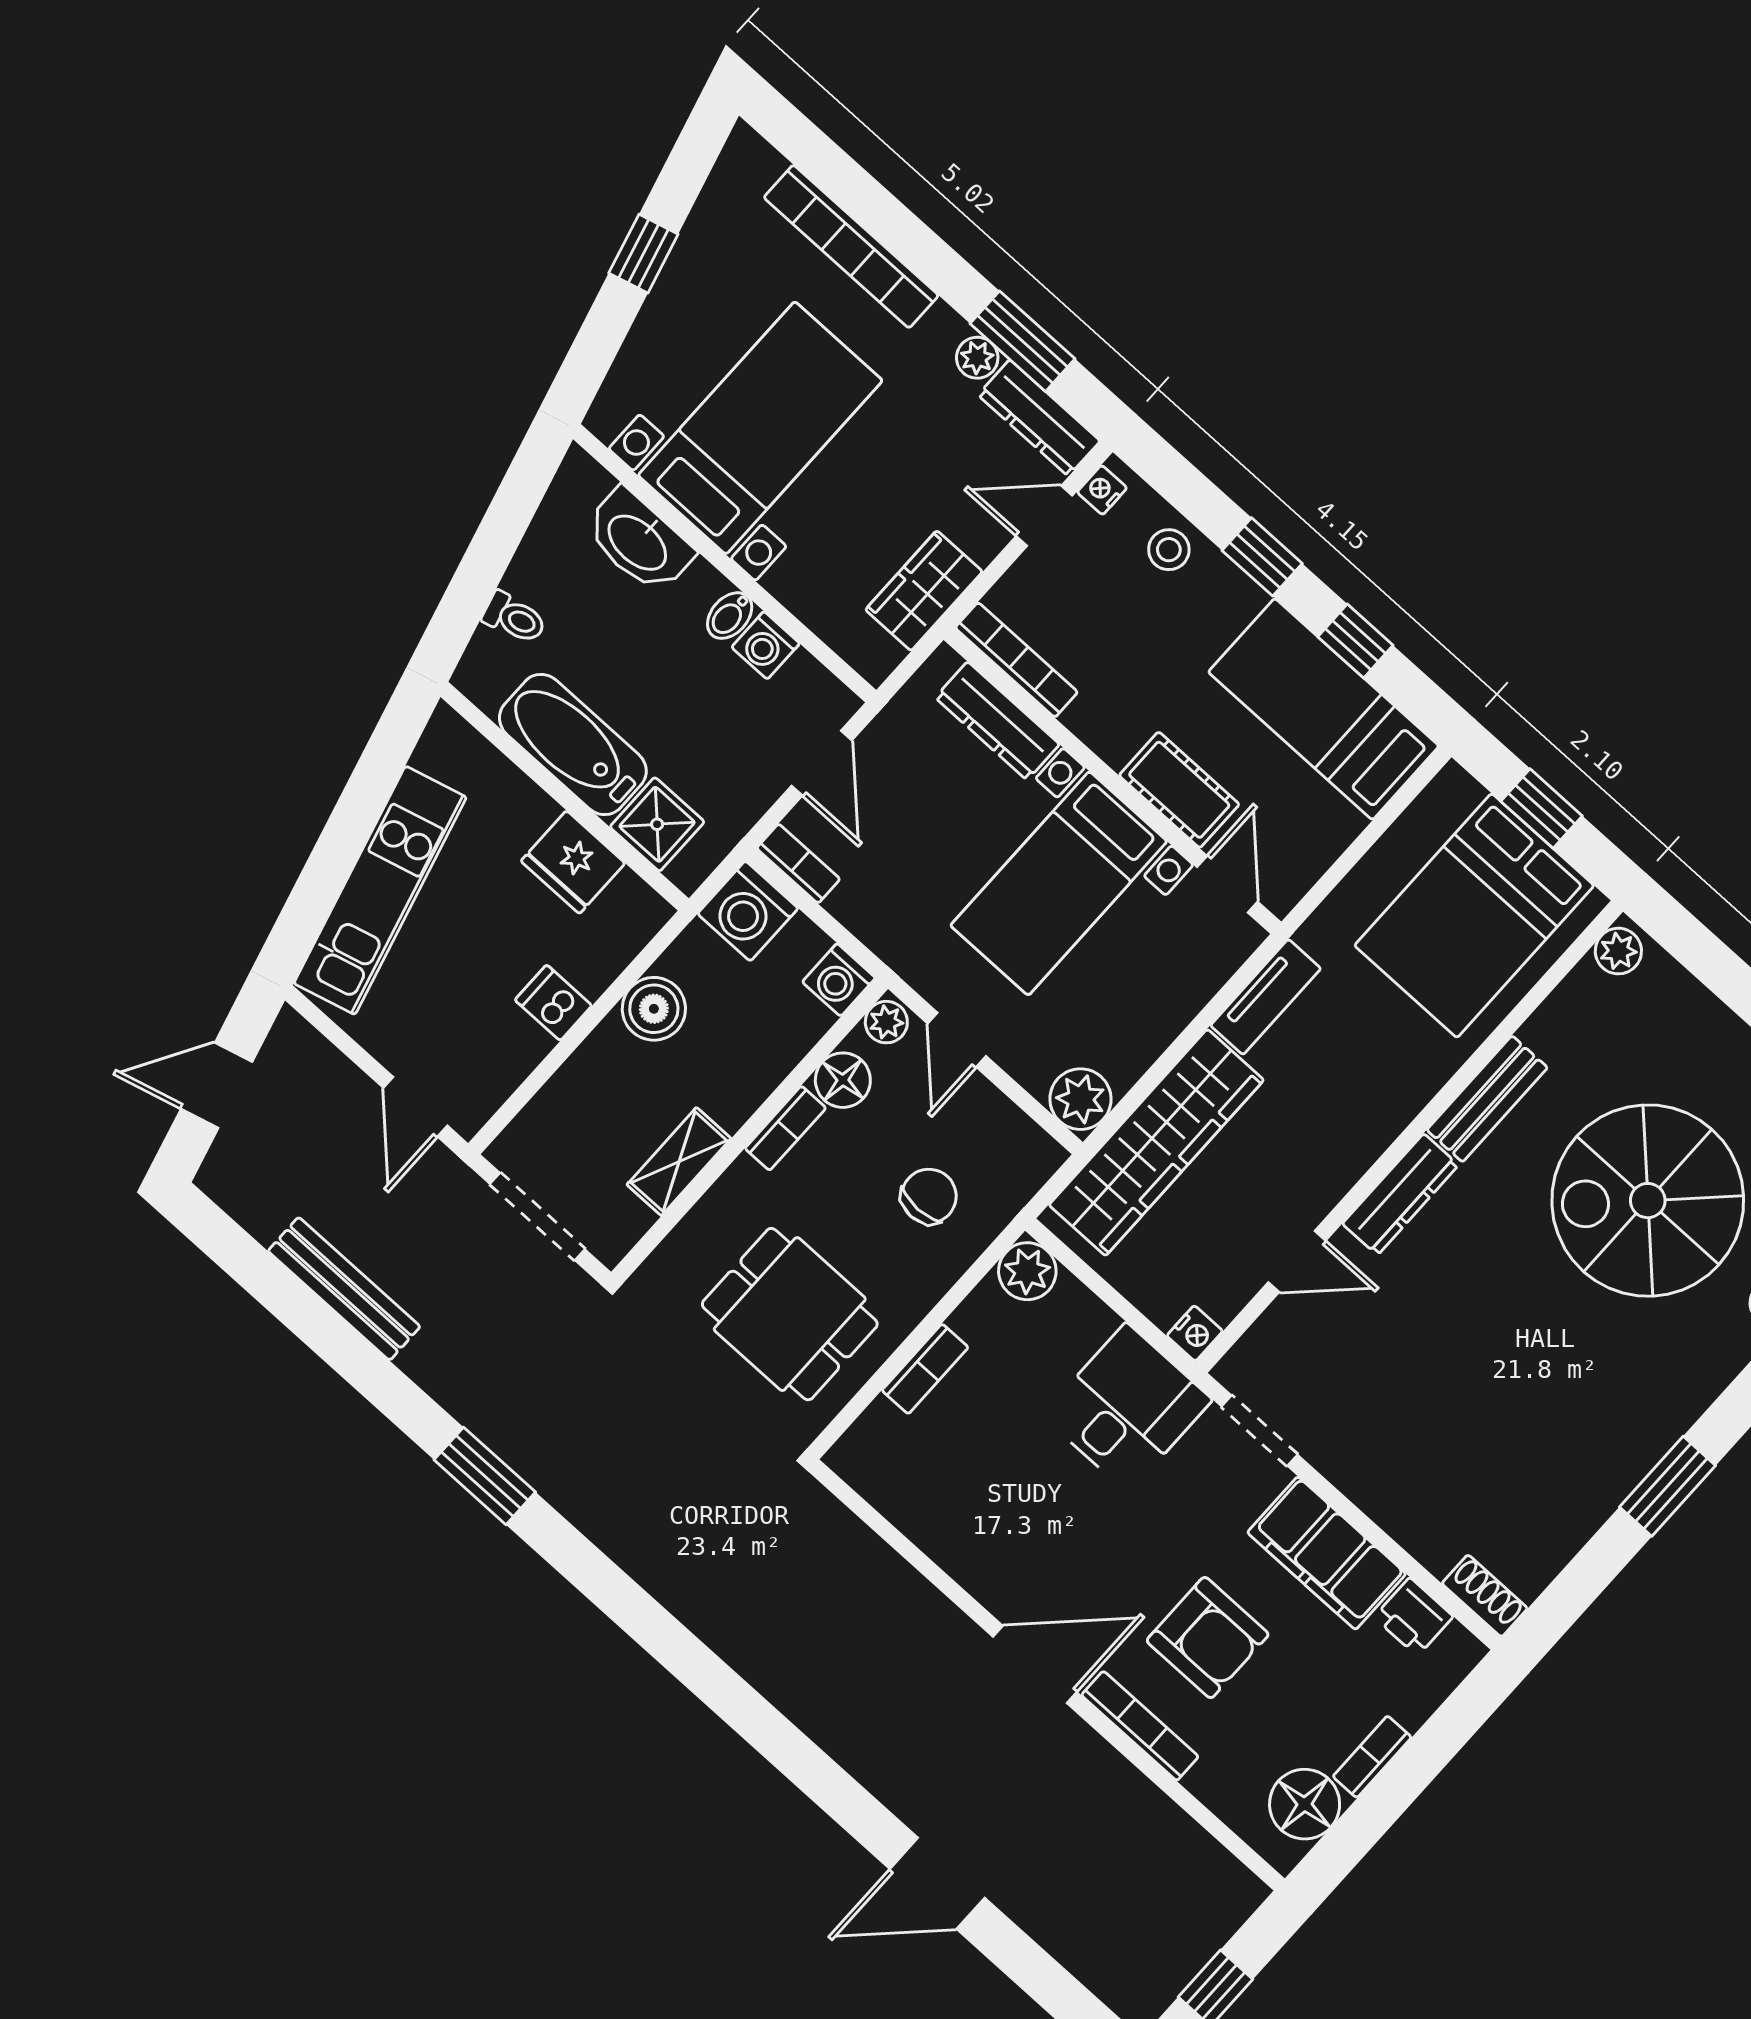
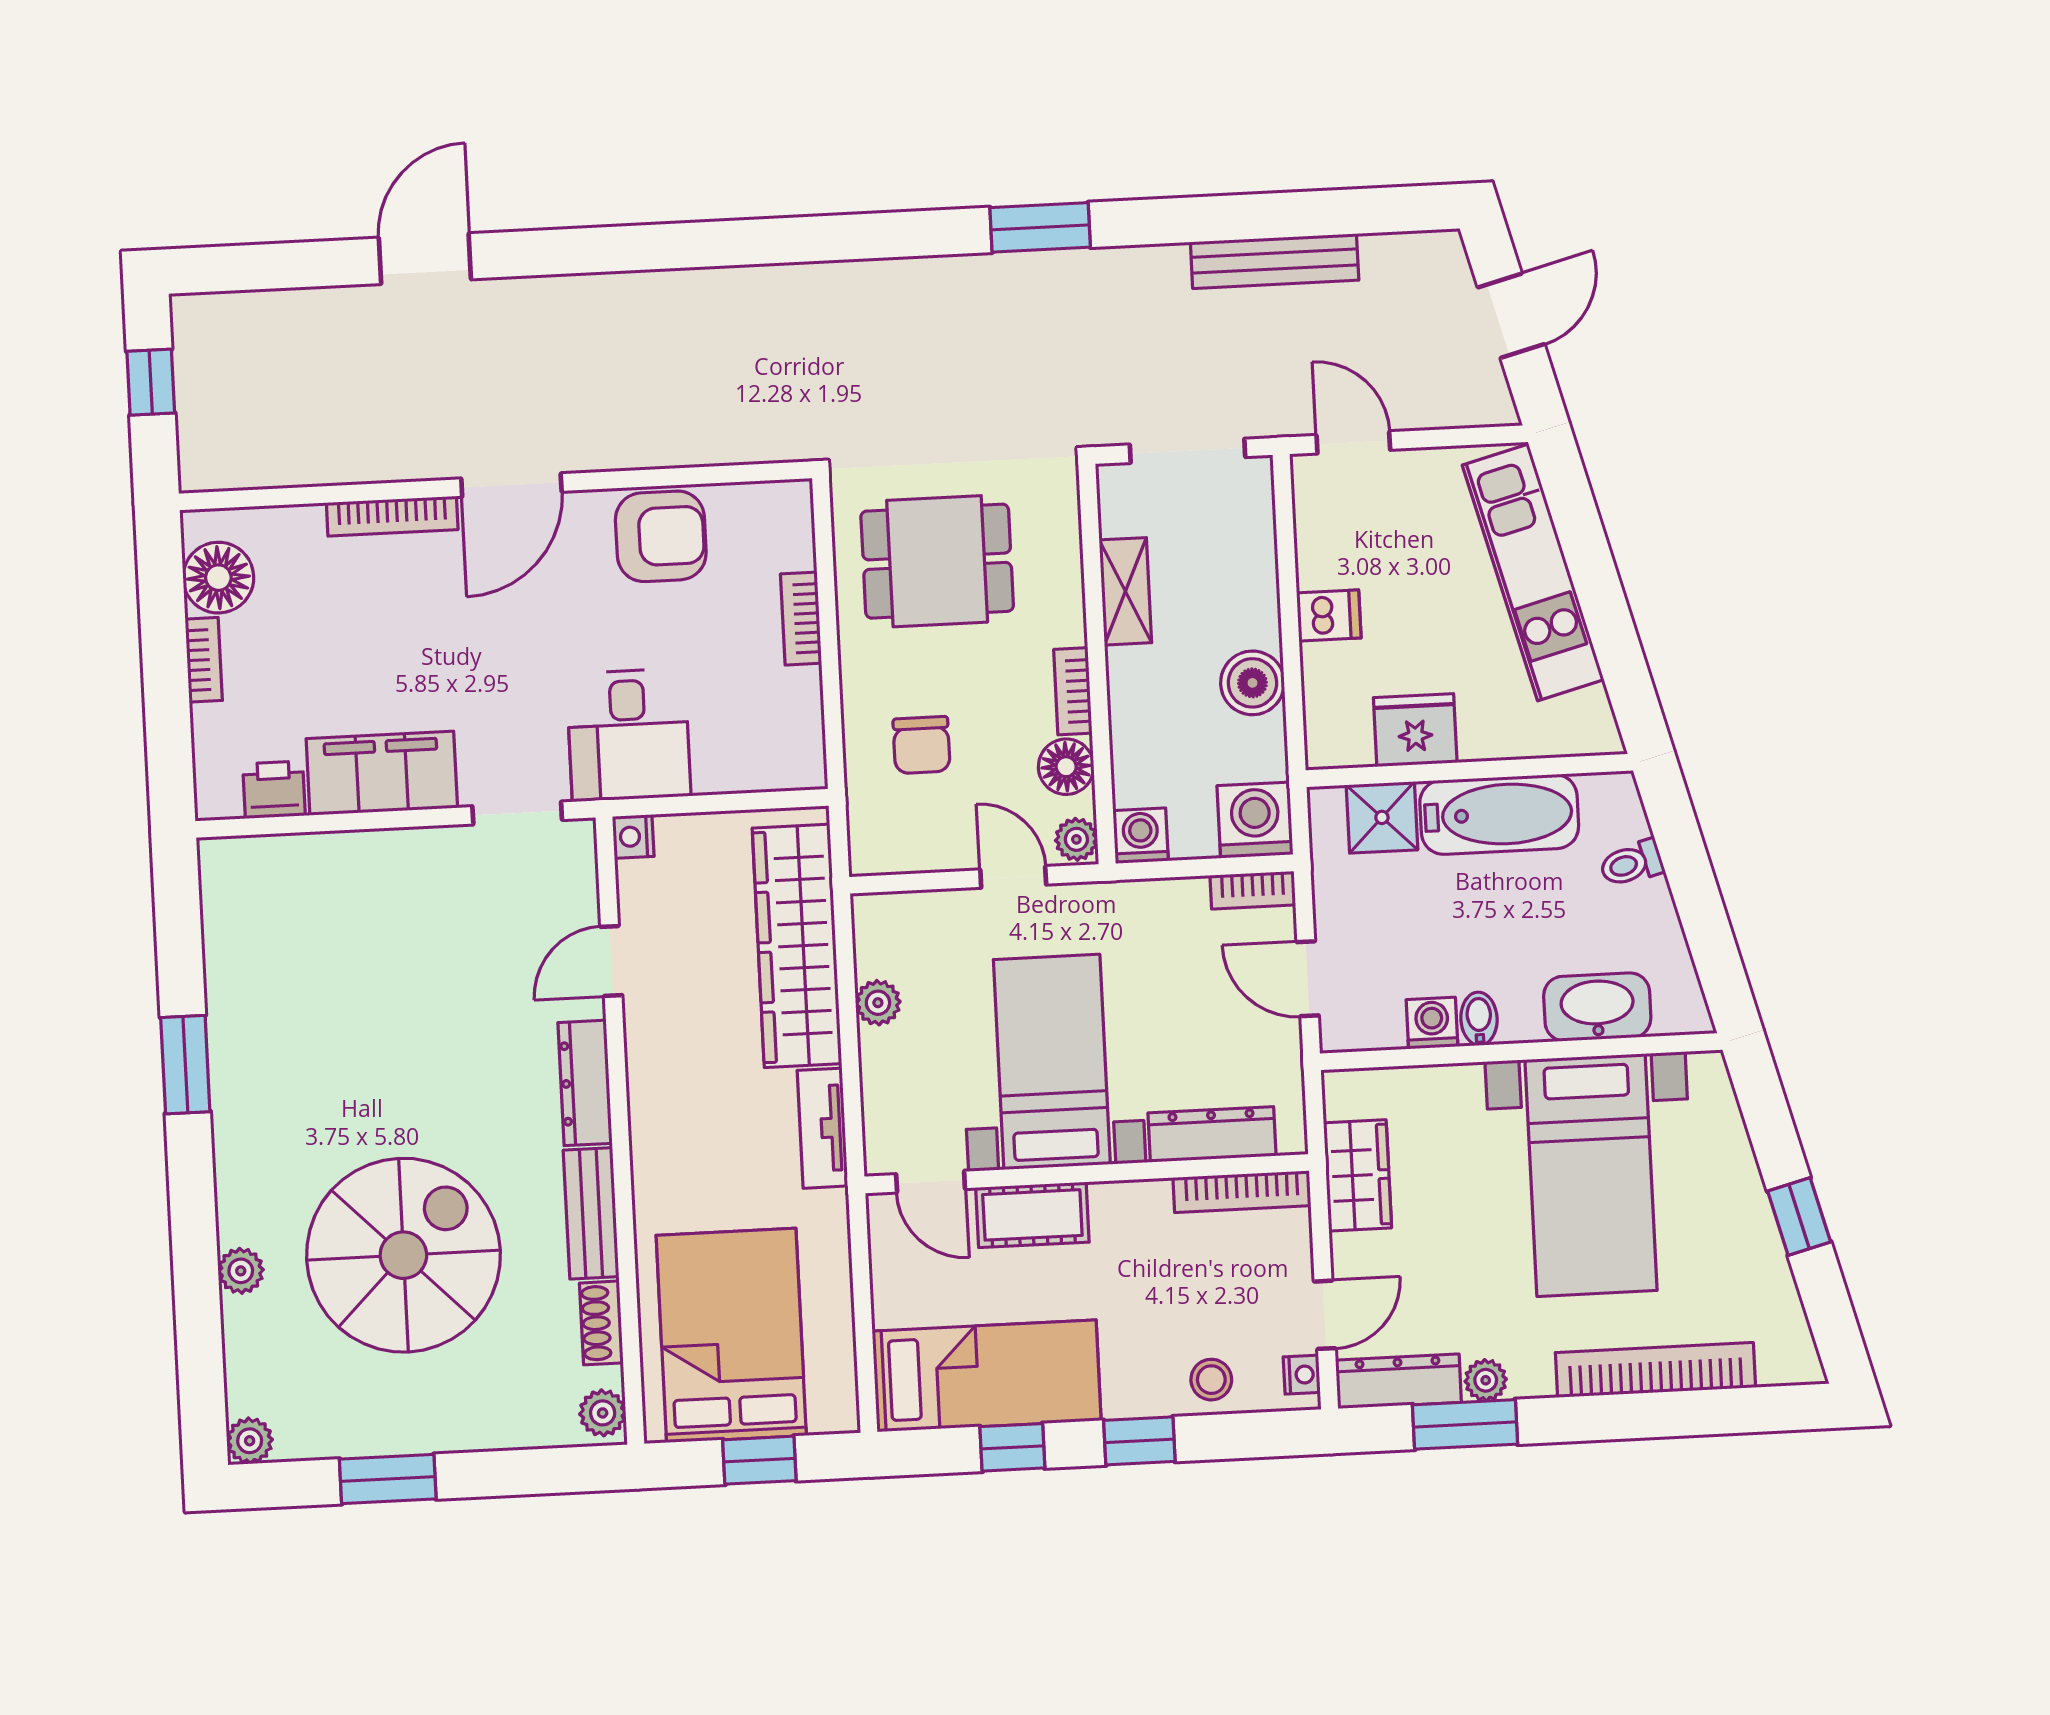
plant: (1081, 1099) -> (878, 1003), moved, width x0.73, depth x0.73
plant: (1027, 1271) -> (798, 762), removed
shoe rack: (1485, 1596) -> (601, 1323), moved, turned 90
armchair: (1208, 1638) -> (661, 536), moved, turned 180

